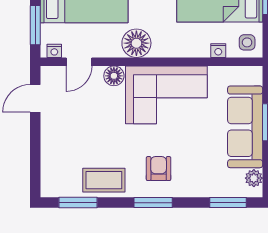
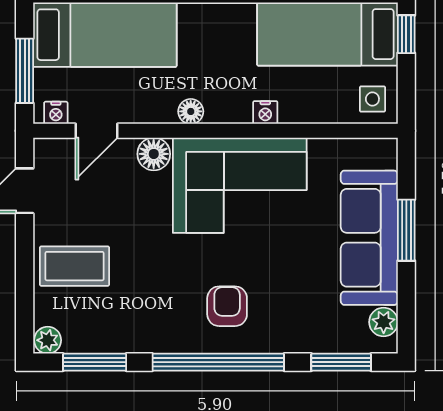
floor lamp: (136, 43) -> (191, 111), width x0.53, depth x0.53
nightstand: (218, 51) -> (265, 113), moved
coffee table: (104, 180) -> (74, 266), moved
plant: (49, 189) -> (48, 340), added
window: (153, 203) -> (218, 362), width x2.11

